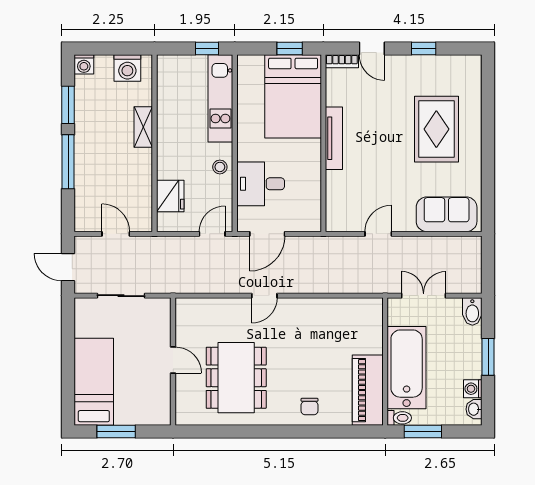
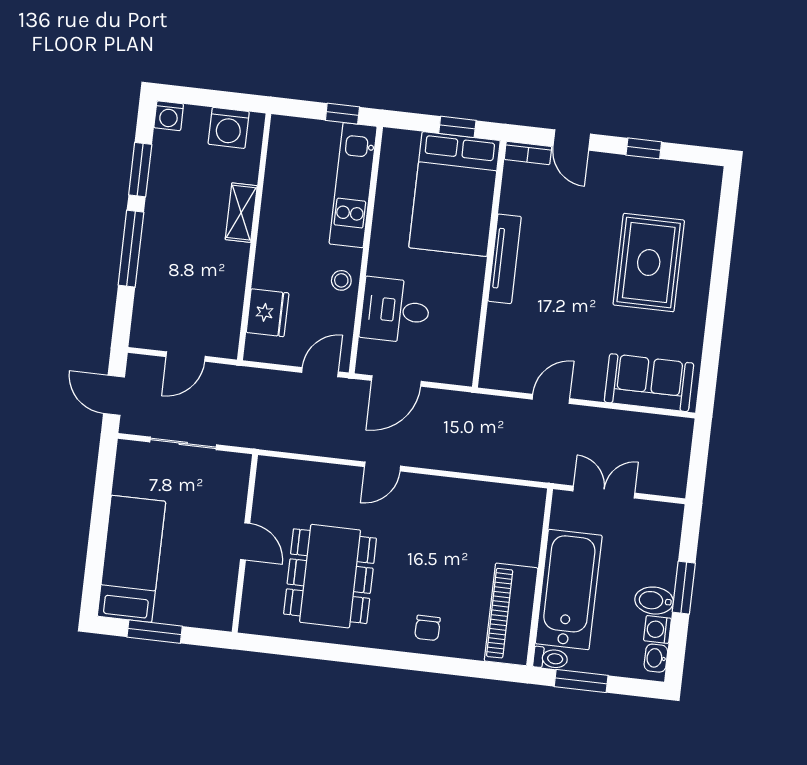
door: (116, 234) -> (186, 357), swing flipped
bidet: (472, 311) -> (654, 601), moved, turned 90

